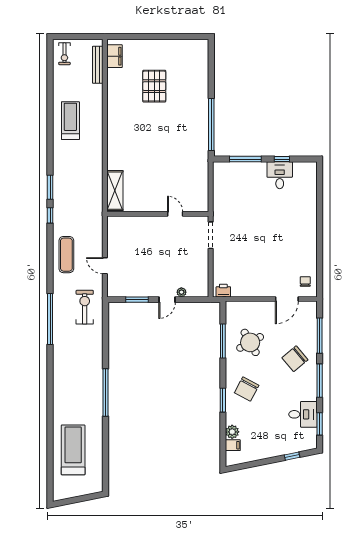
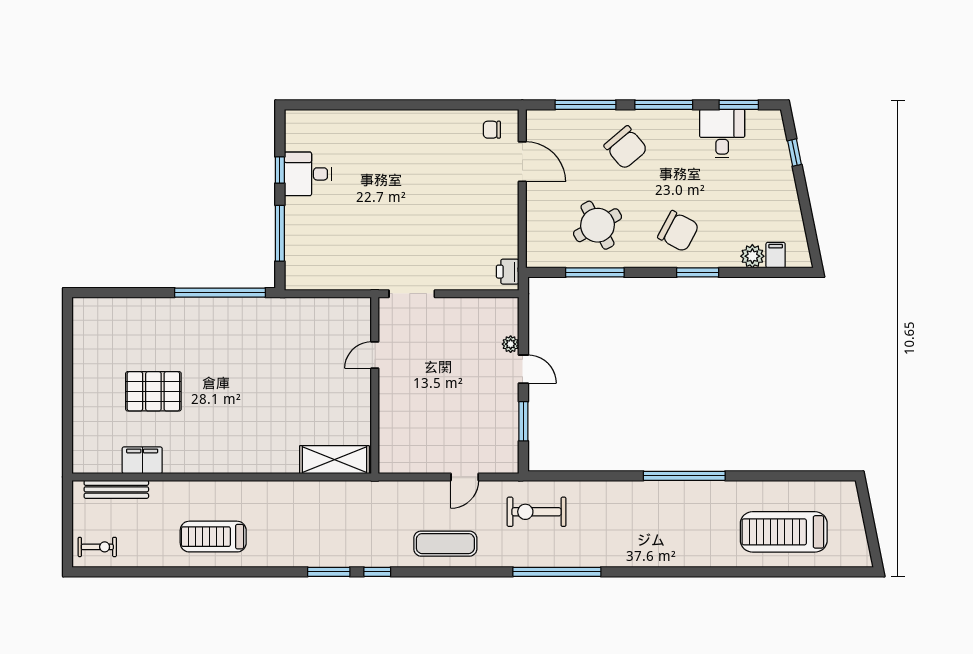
filing cabinet: (114, 56) -> (142, 460), moved

